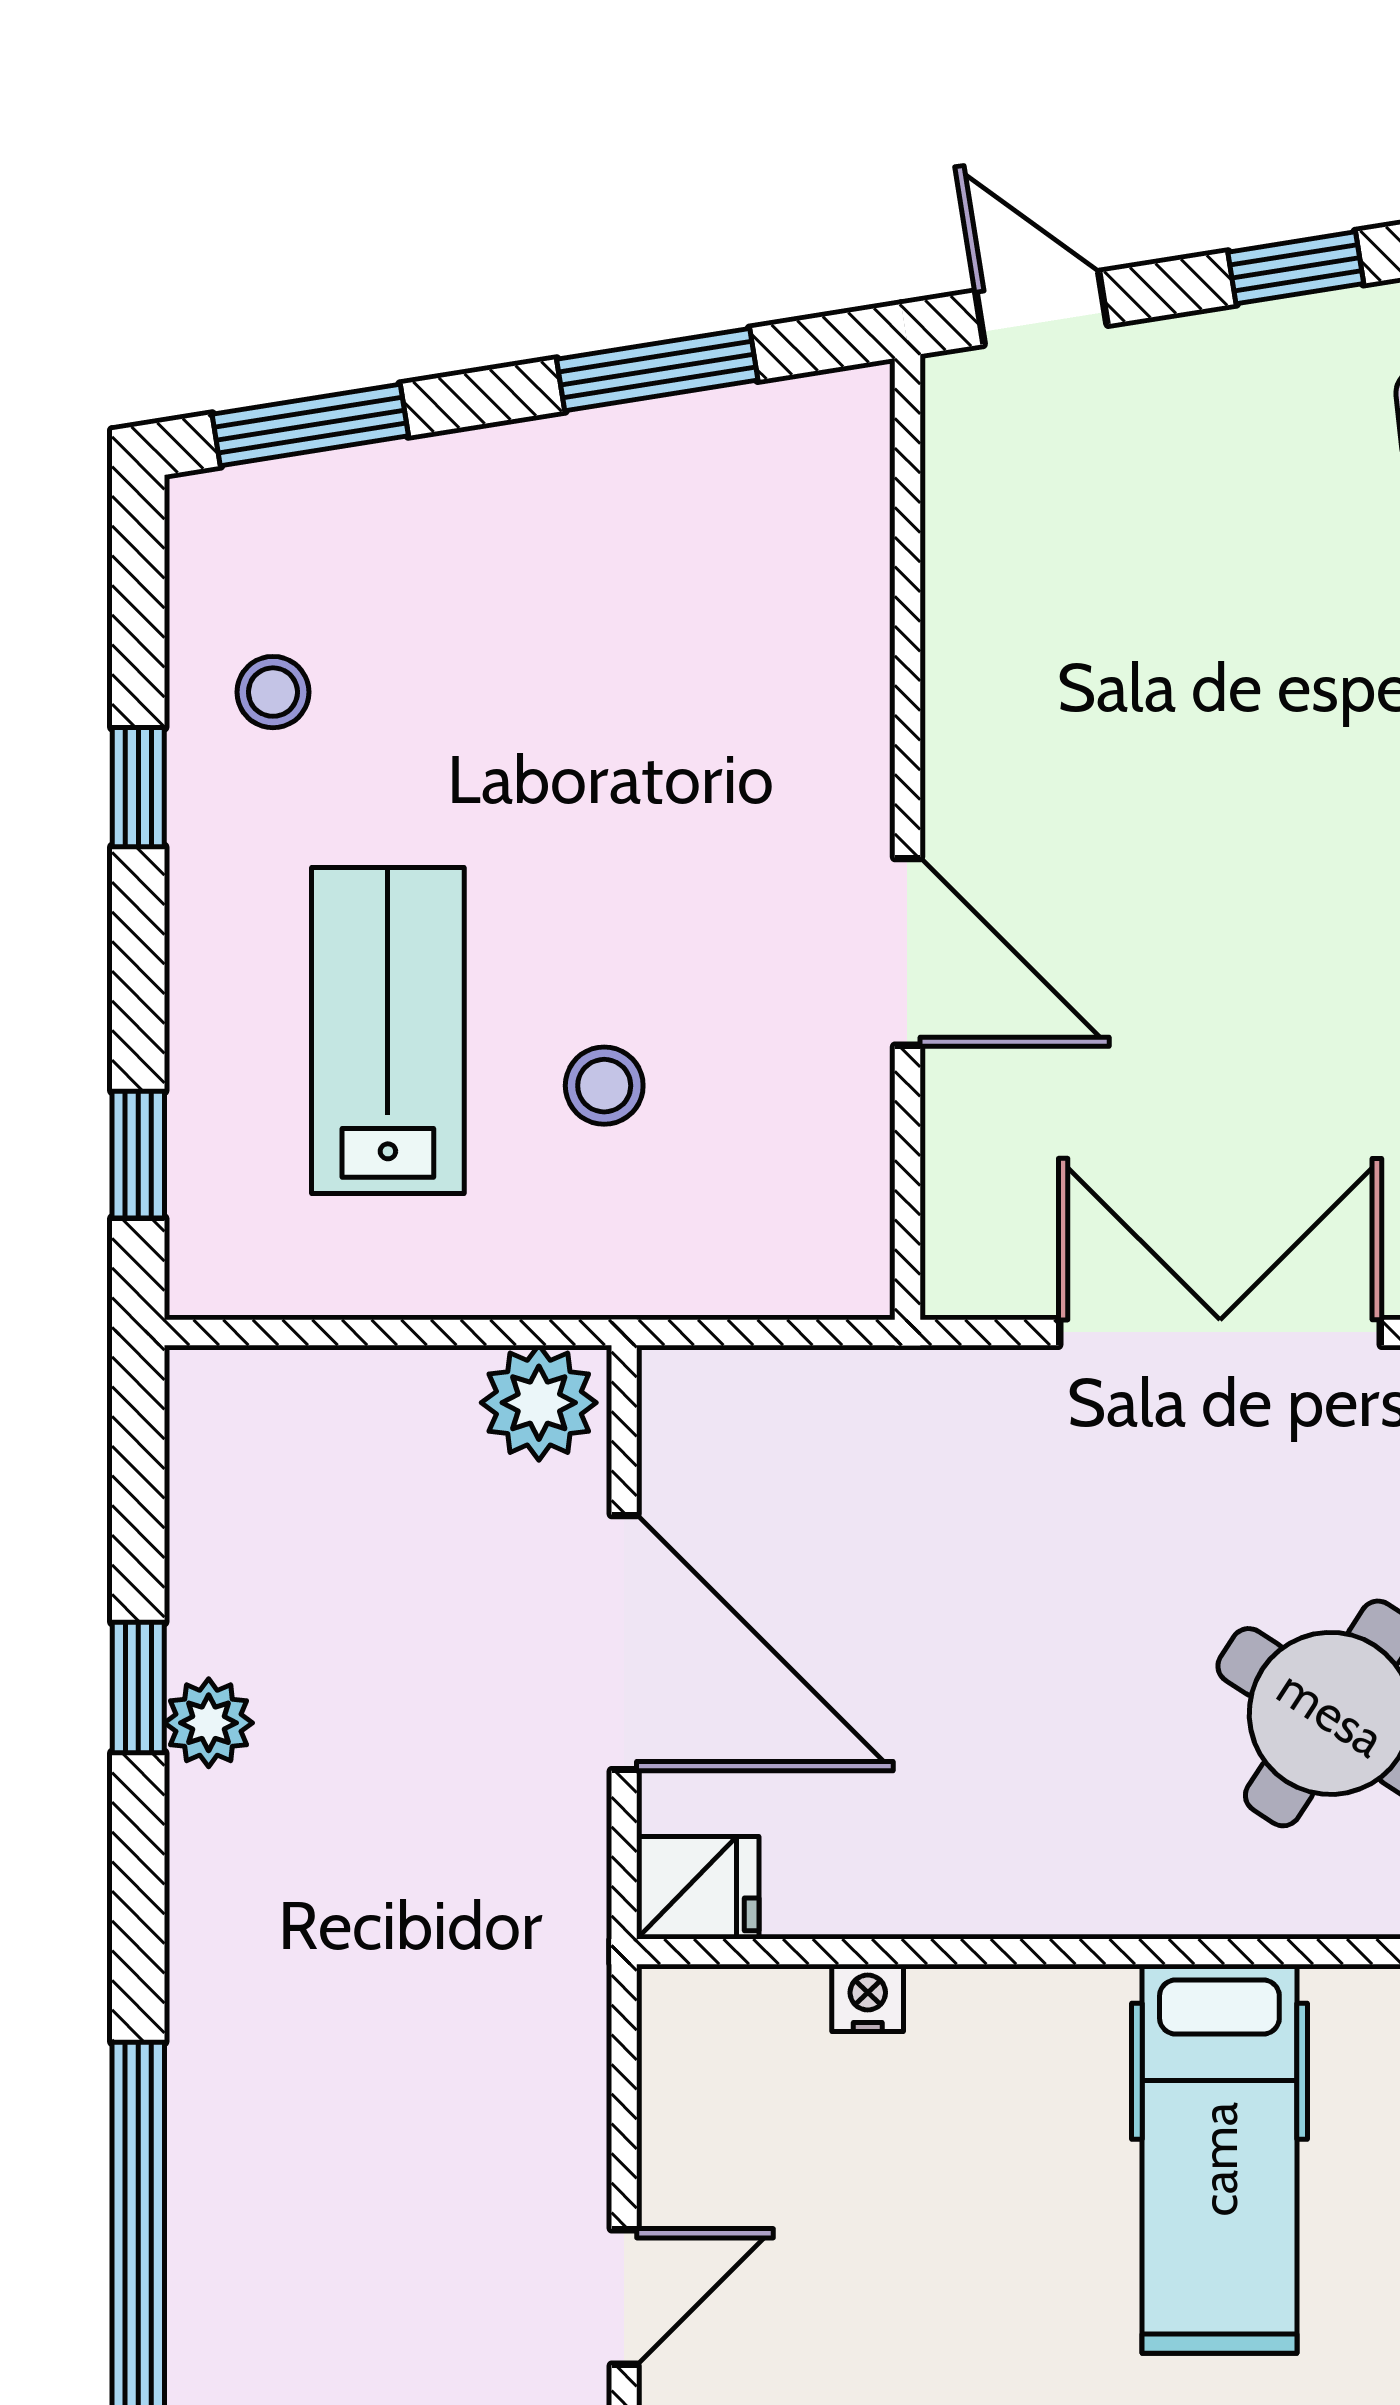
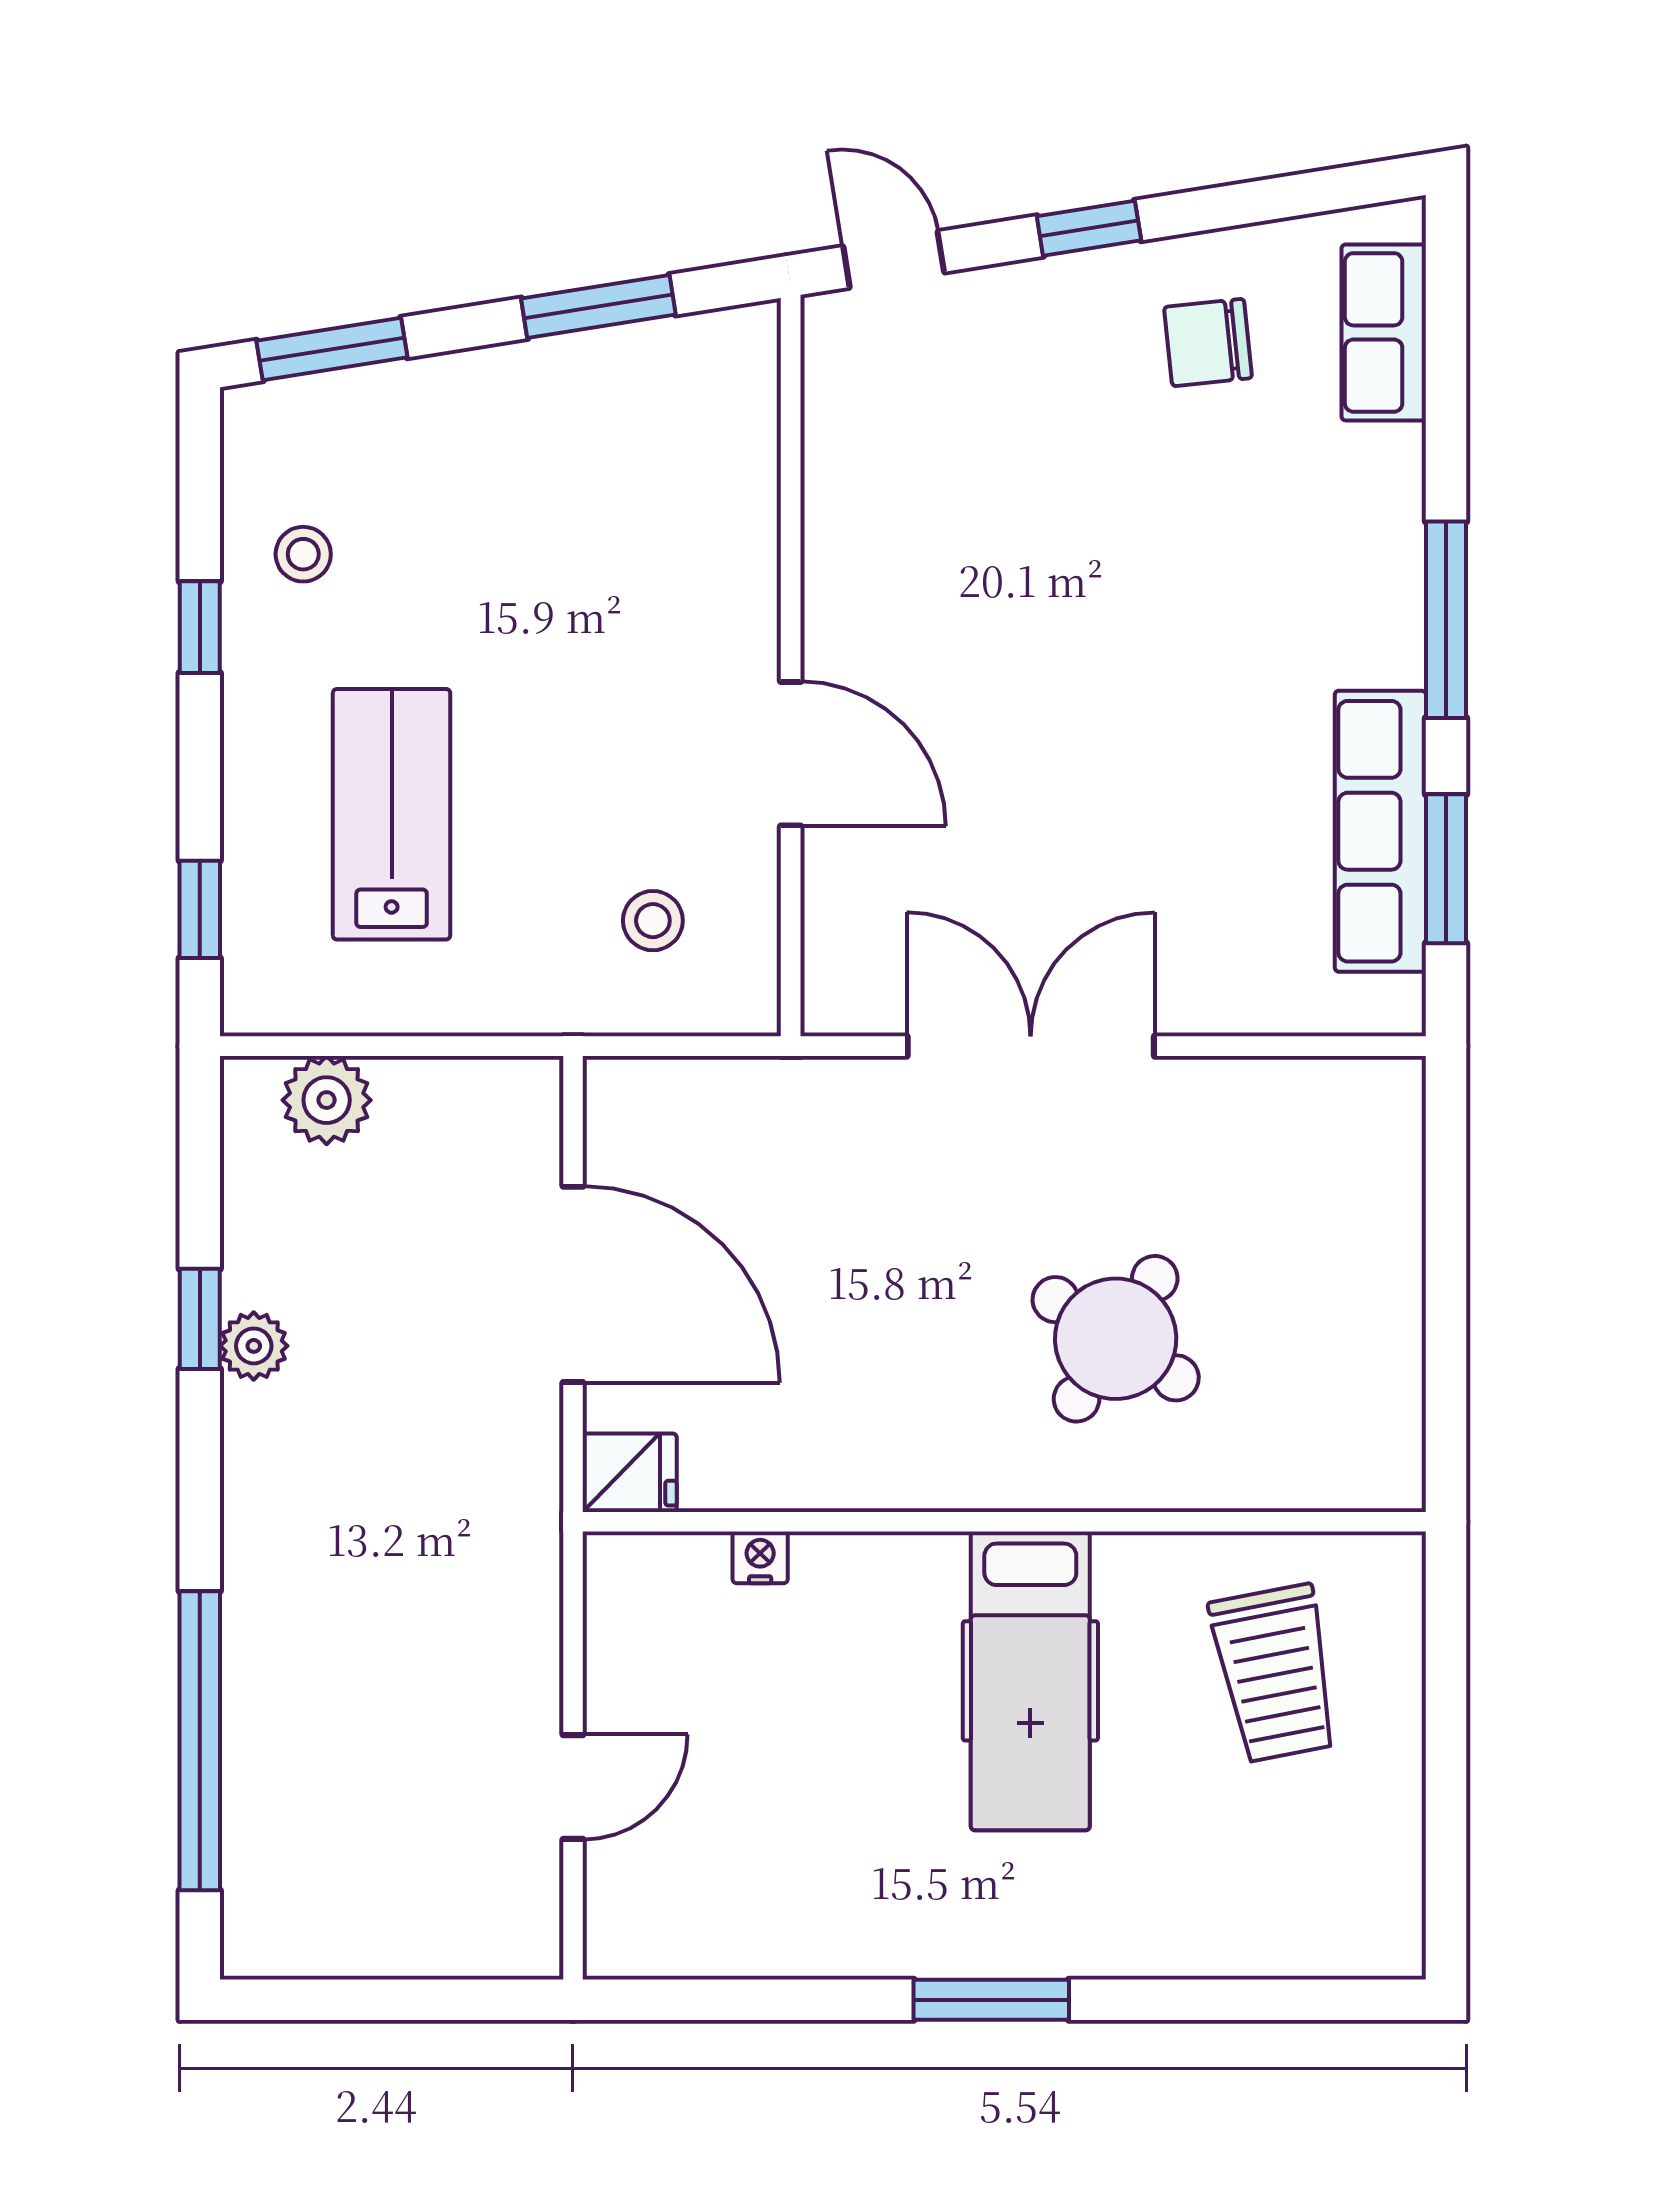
stool: (604, 1086) -> (653, 921), moved
plant: (539, 1403) -> (327, 1100), moved

